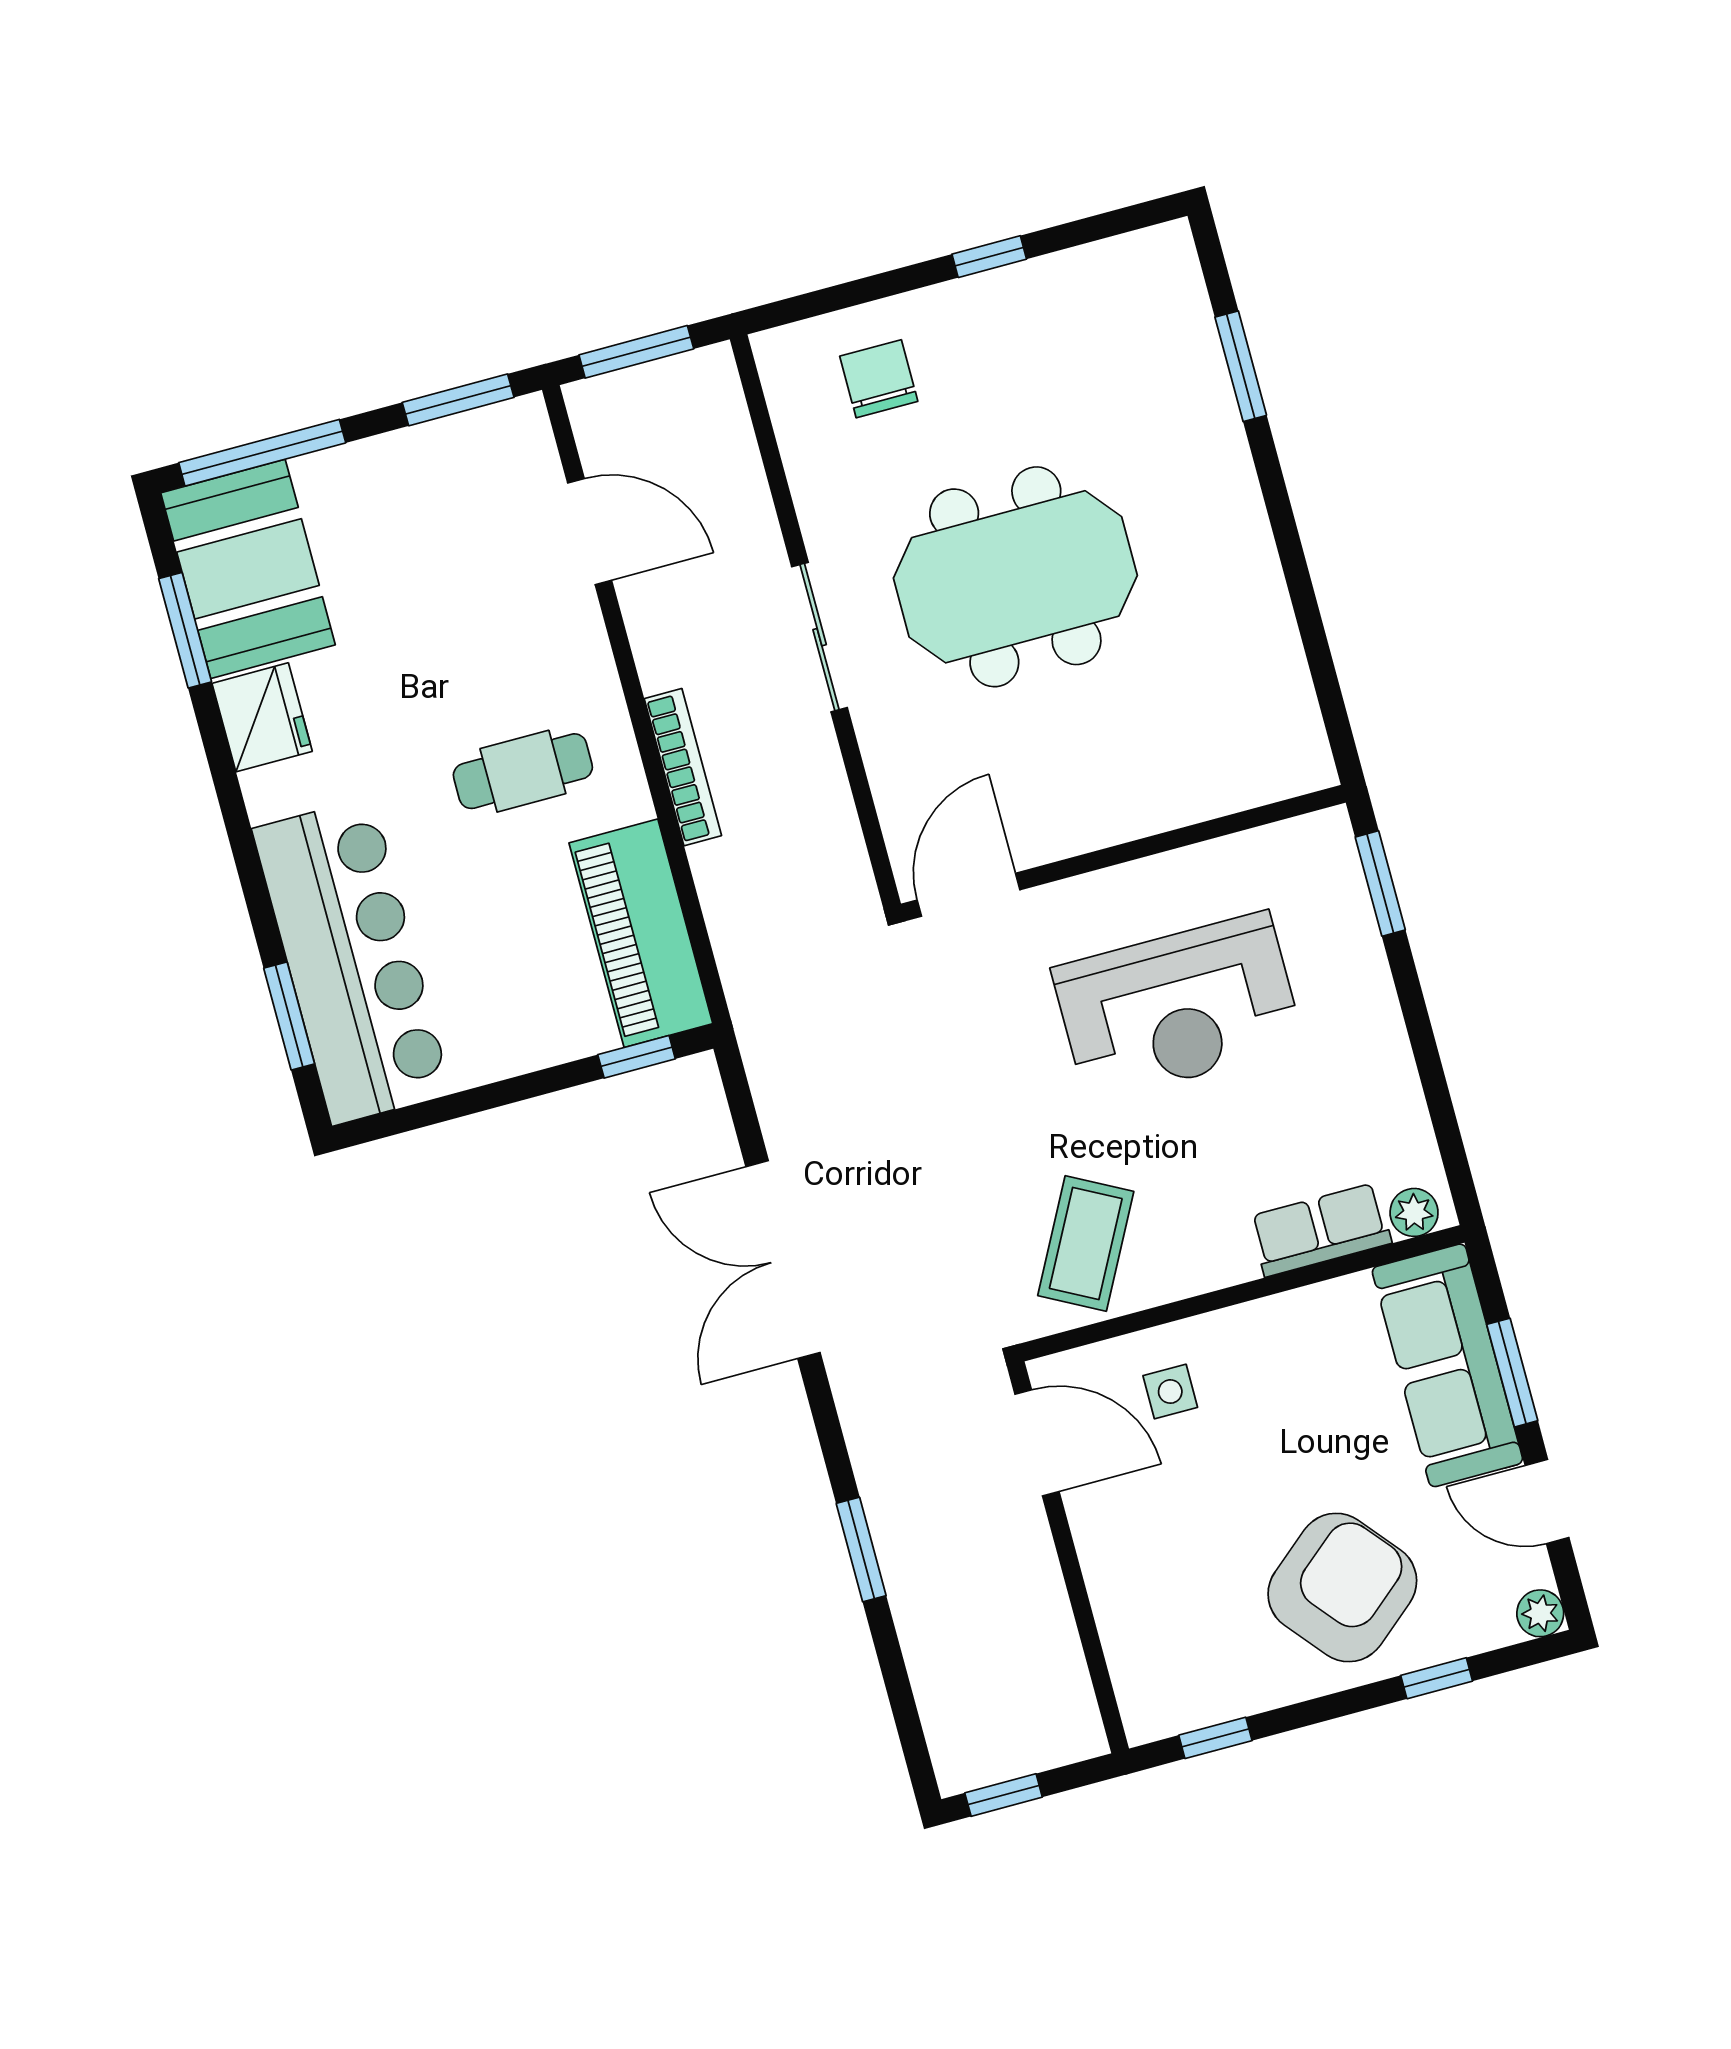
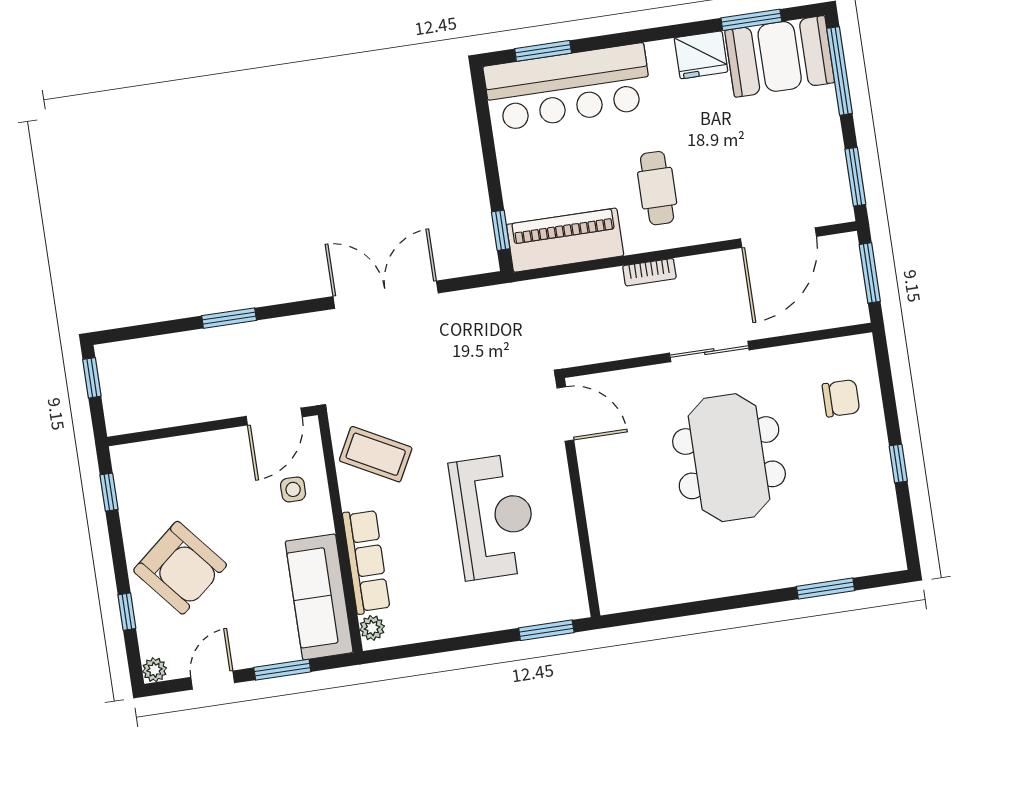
door: (590, 532) -> (778, 238), width x1.36
bookcase: (683, 767) -> (649, 272), width x0.64
reception desk: (1178, 1007) -> (494, 517), turned 180
row of seats: (1320, 1230) -> (366, 561), width x1.48
sofa: (1447, 1365) -> (319, 597), moved, turned -90

